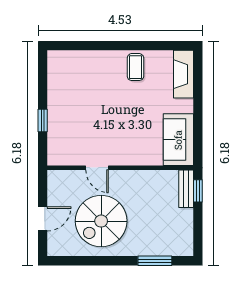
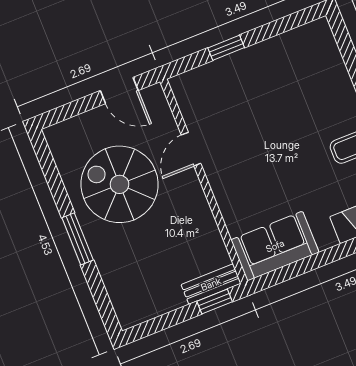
door: (43, 219) -> (119, 91), moved
window: (155, 261) -> (78, 239), moved

